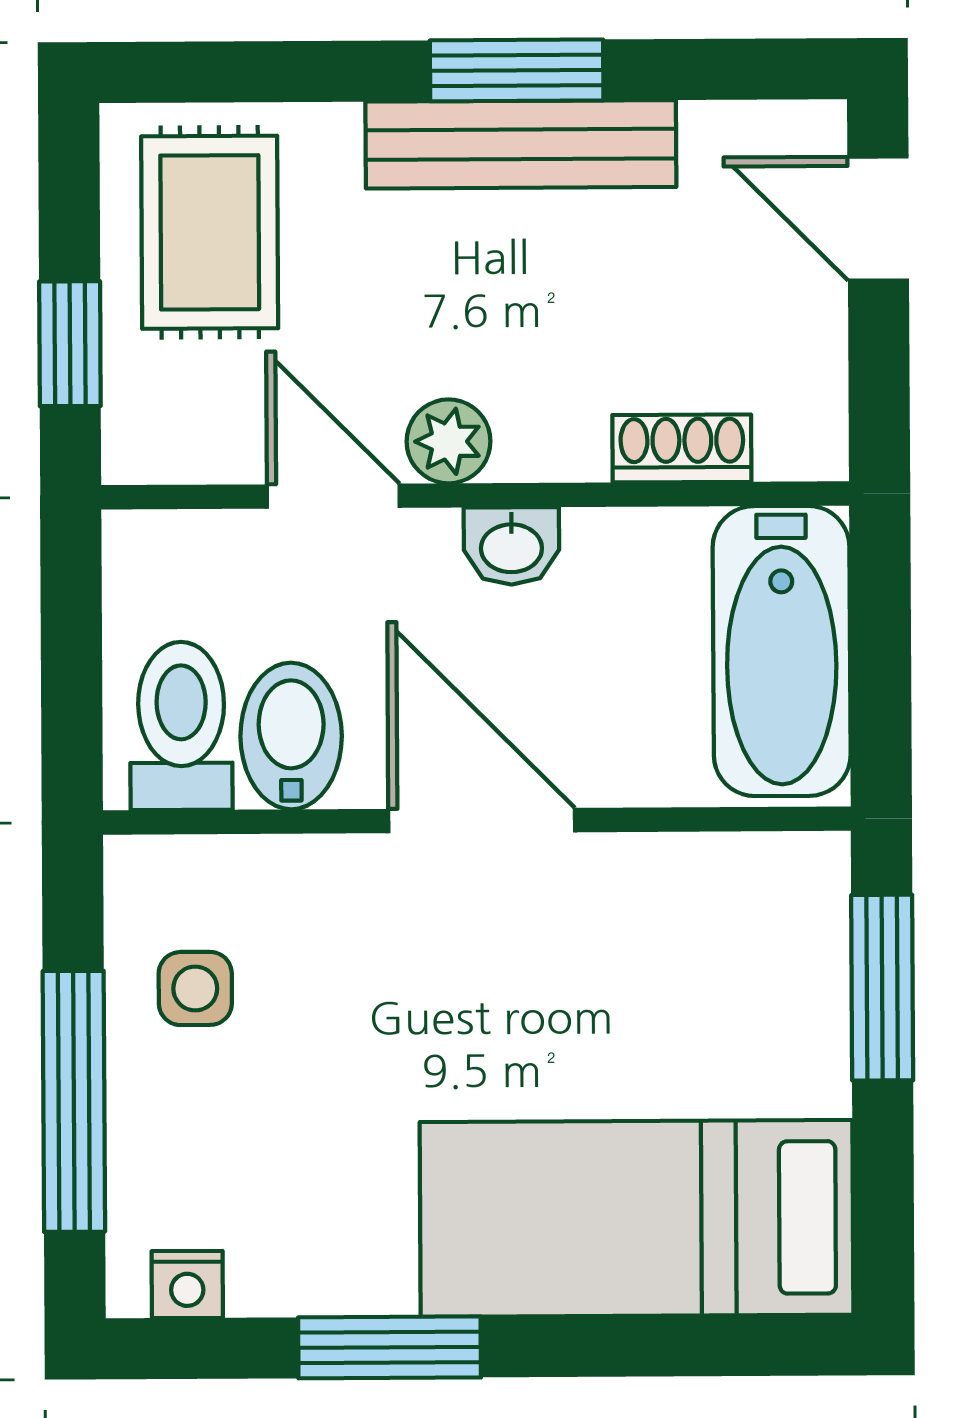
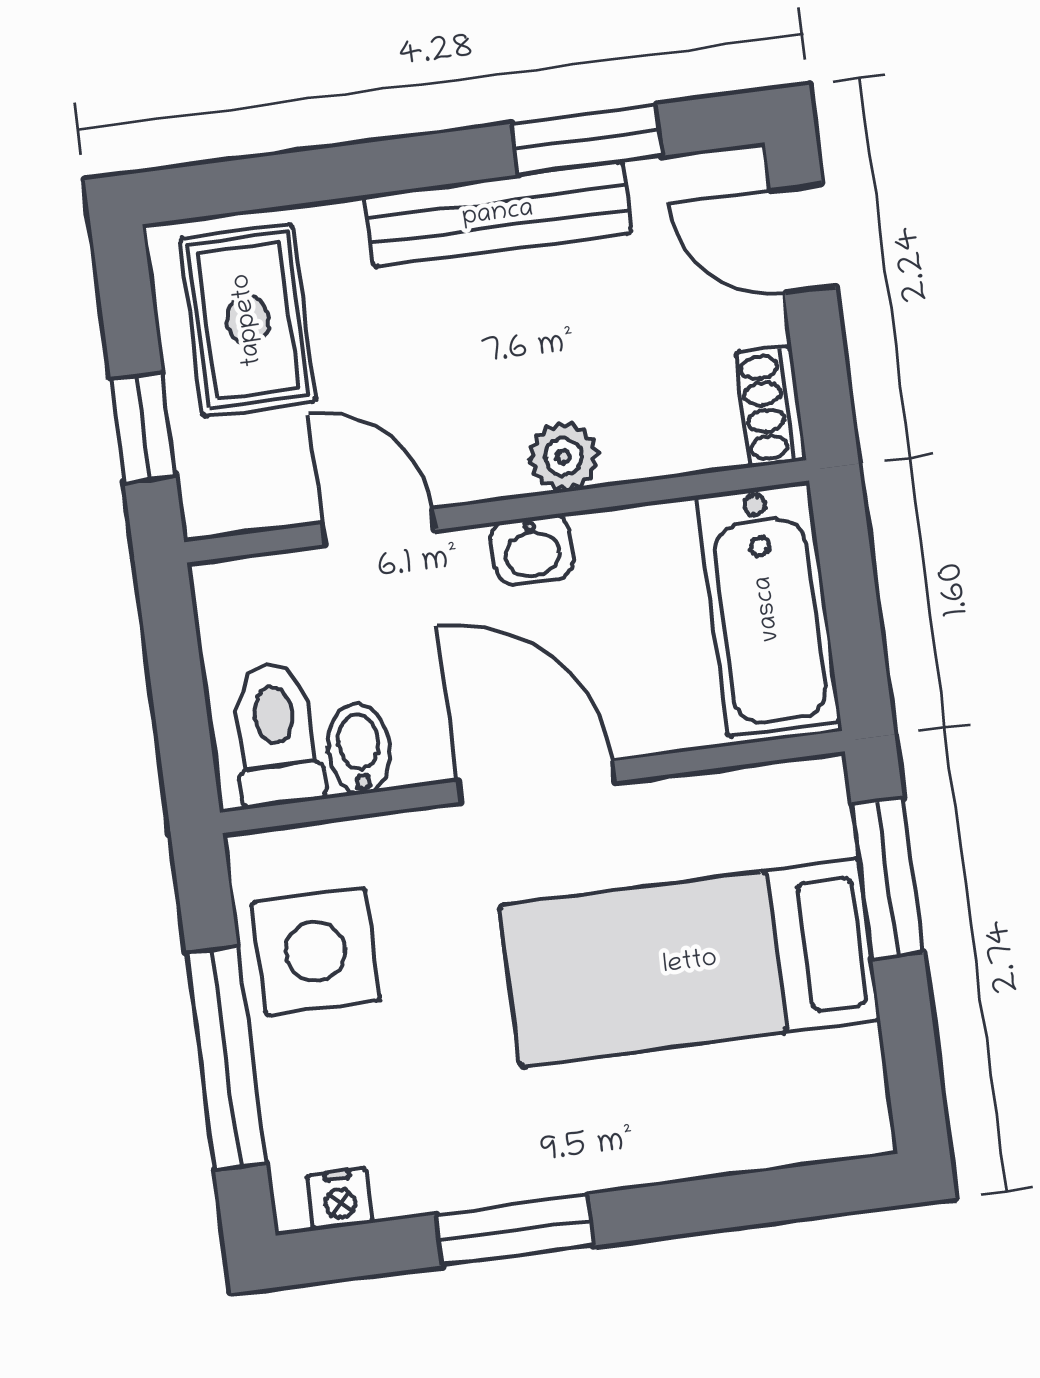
window: (517, 70) -> (587, 140), moved
plant: (449, 441) -> (564, 457), moved
shoe rack: (682, 448) -> (771, 406), moved, turned -90
bidet: (291, 736) -> (359, 749), width x0.72, depth x0.74
side table: (195, 988) -> (315, 951), width x1.87, depth x1.87
bed: (637, 1218) -> (690, 963), moved

